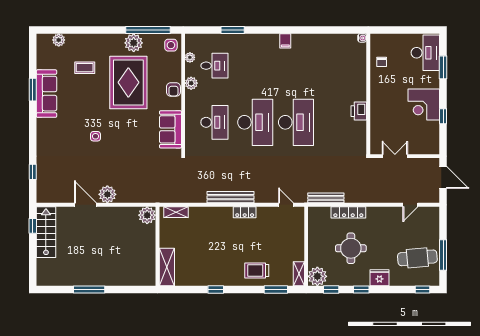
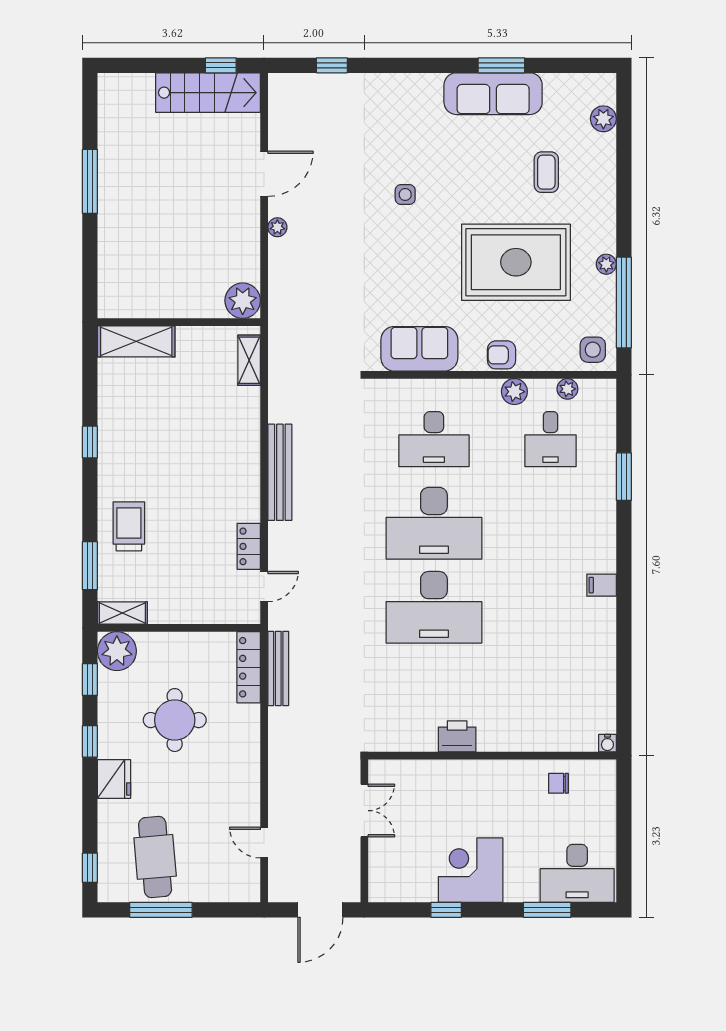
plant: (134, 43) -> (606, 264), width x0.53, depth x0.53
plant: (107, 194) -> (277, 227), width x0.53, depth x0.53
locker: (245, 212) -> (249, 546), moved
locker: (348, 212) -> (249, 667), moved

